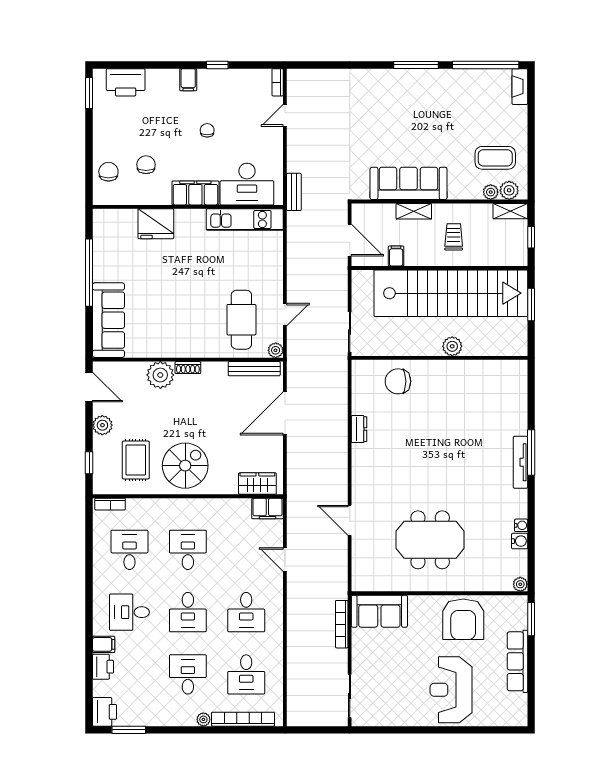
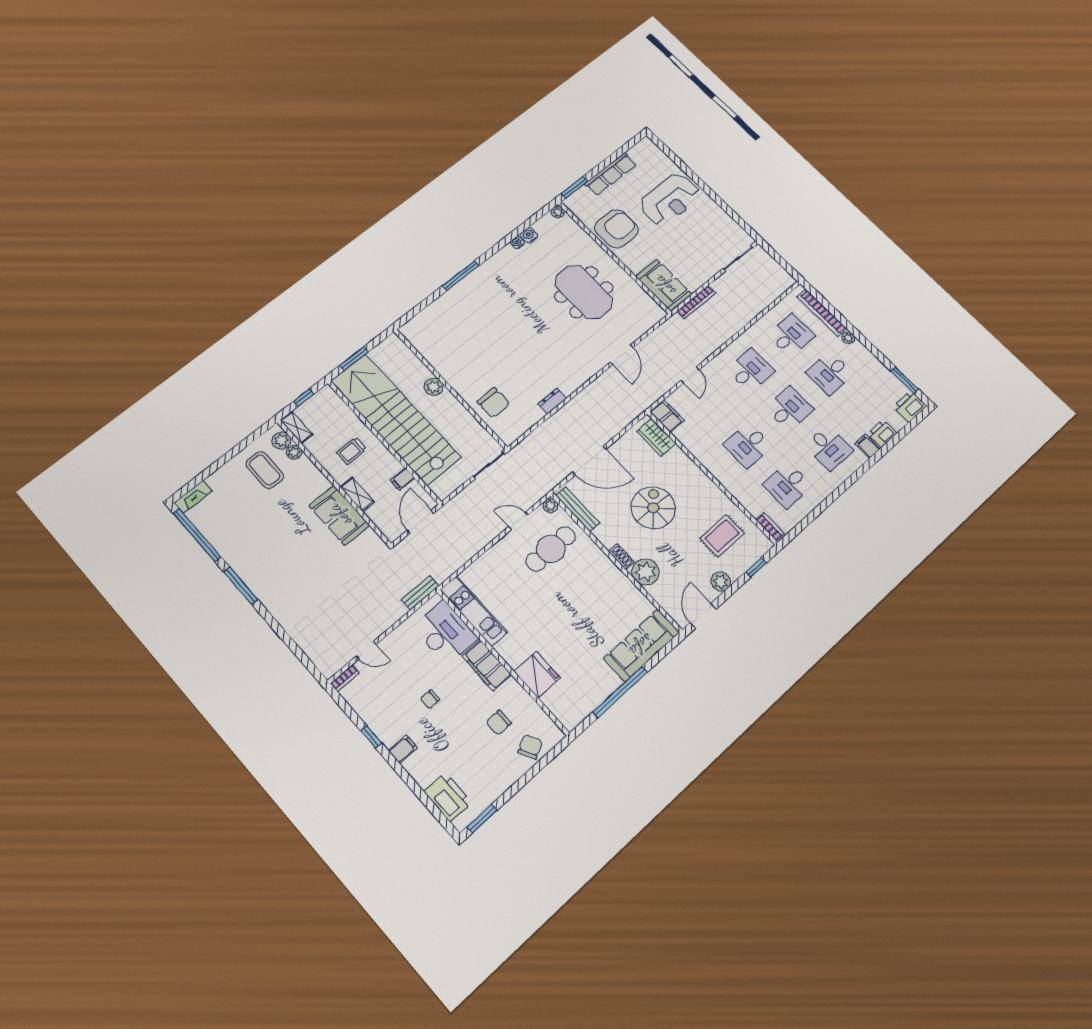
chair: (108, 172) -> (530, 747), turned 152
sofa: (409, 183) -> (339, 515), width x0.73
tv unit: (520, 462) -> (474, 277), removed
spiral stairs: (185, 466) -> (653, 508), moved, turned 90

